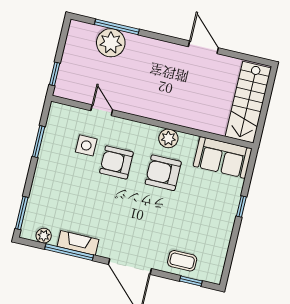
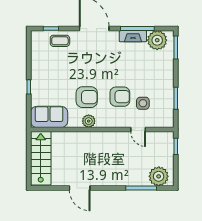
plant: (111, 43) -> (159, 176), moved
plant: (44, 236) -> (157, 40), width x1.87, depth x1.87

